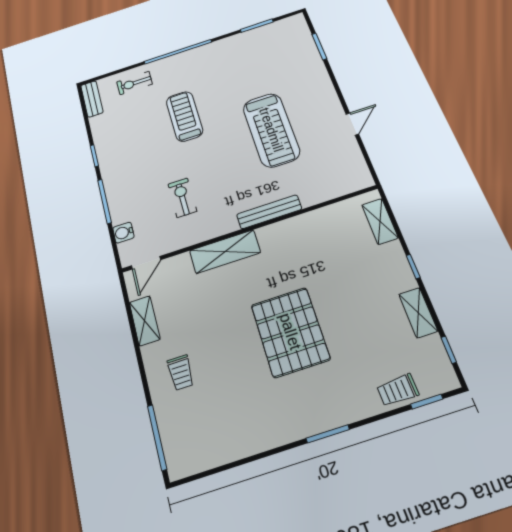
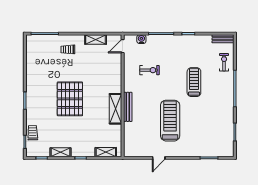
treadmill: (184, 116) -> (194, 82), turned -90
door: (352, 124) -> (159, 158), hinge flipped
treadmill: (271, 130) -> (170, 121), turned 90
shelving: (225, 252) -> (116, 109), moved
door: (146, 263) -> (123, 46), hinge flipped
pallet: (290, 332) -> (70, 99), turned 90

